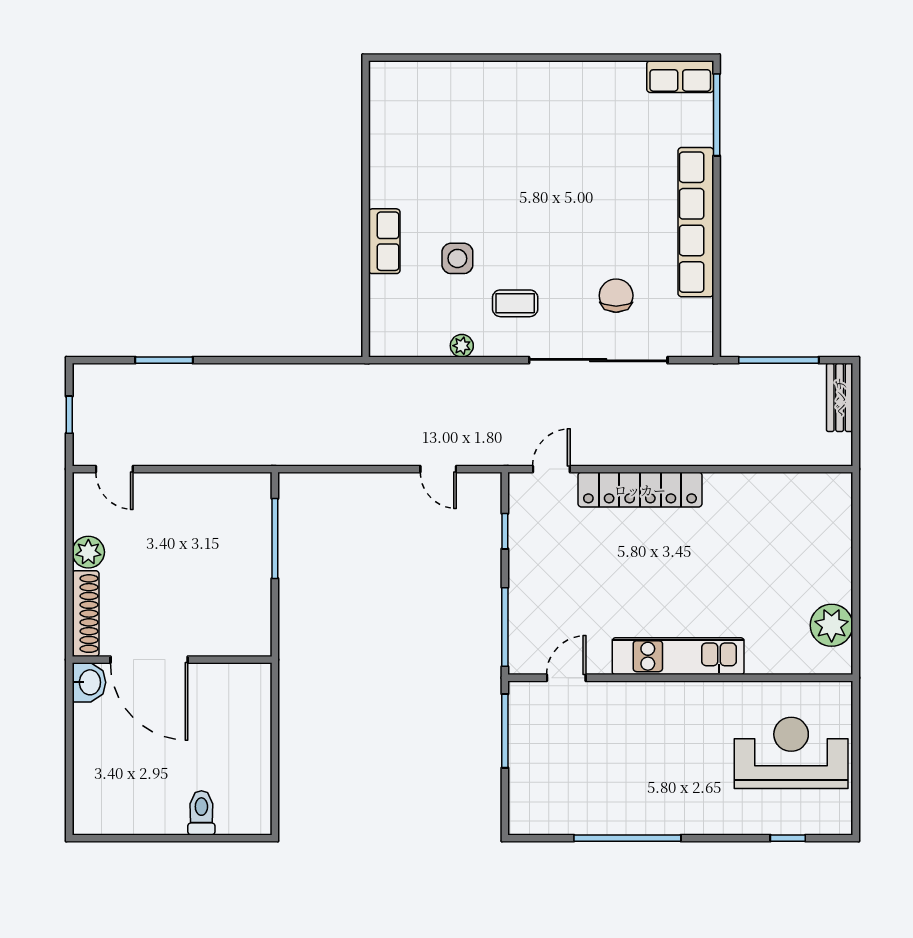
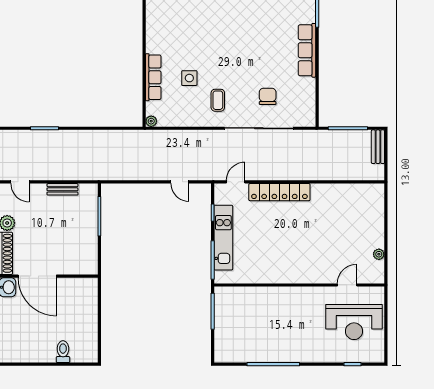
row of seats: (696, 222) -> (307, 50), width x0.73
row of seats: (384, 241) -> (153, 77), width x1.48
coffee table: (515, 303) -> (218, 100), turned 90
plant: (462, 346) -> (151, 121), moved
bench: (200, 484) -> (62, 189), added
plant: (832, 625) -> (379, 254), width x0.53, depth x0.53
kitchen unit: (678, 656) -> (223, 238), moved, turned 90
door: (566, 678) -> (347, 285), moved
reception desk: (791, 753) -> (354, 322), turned 180

